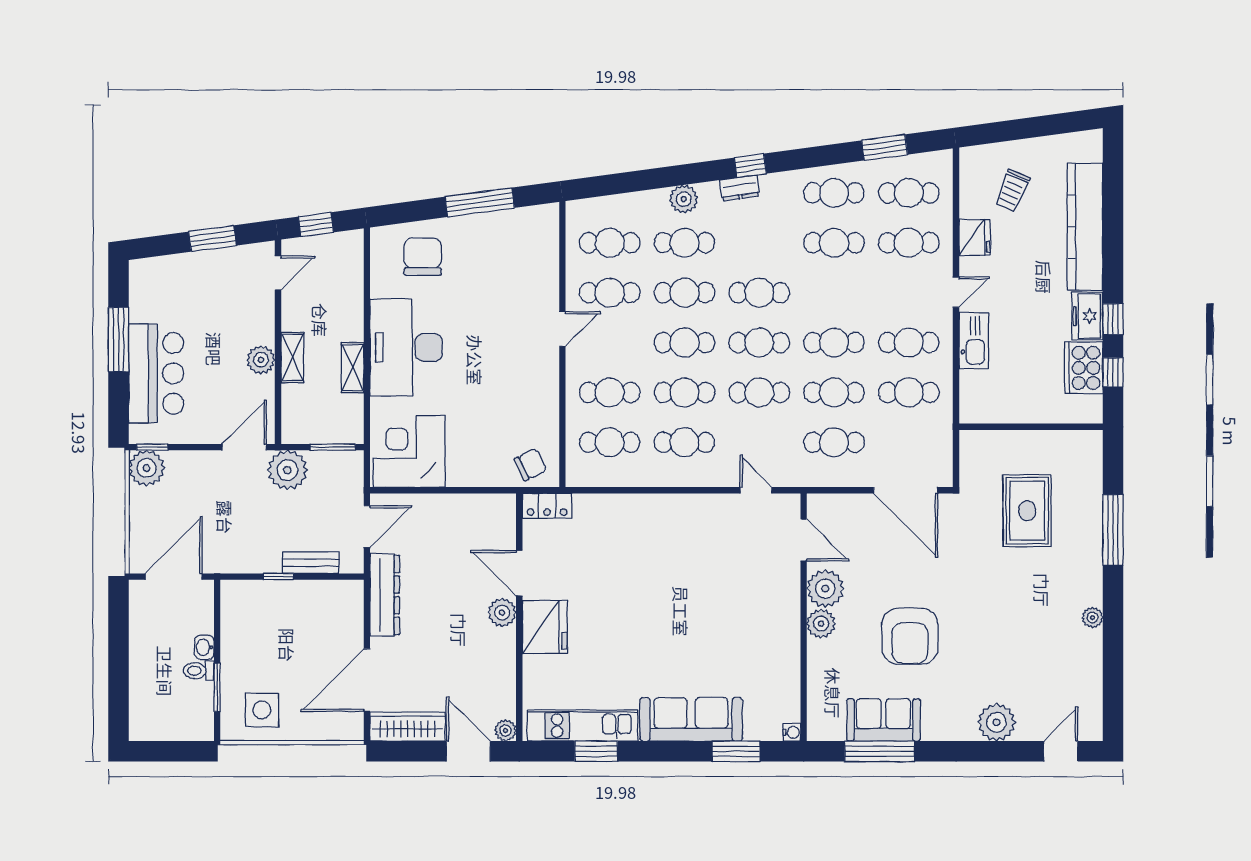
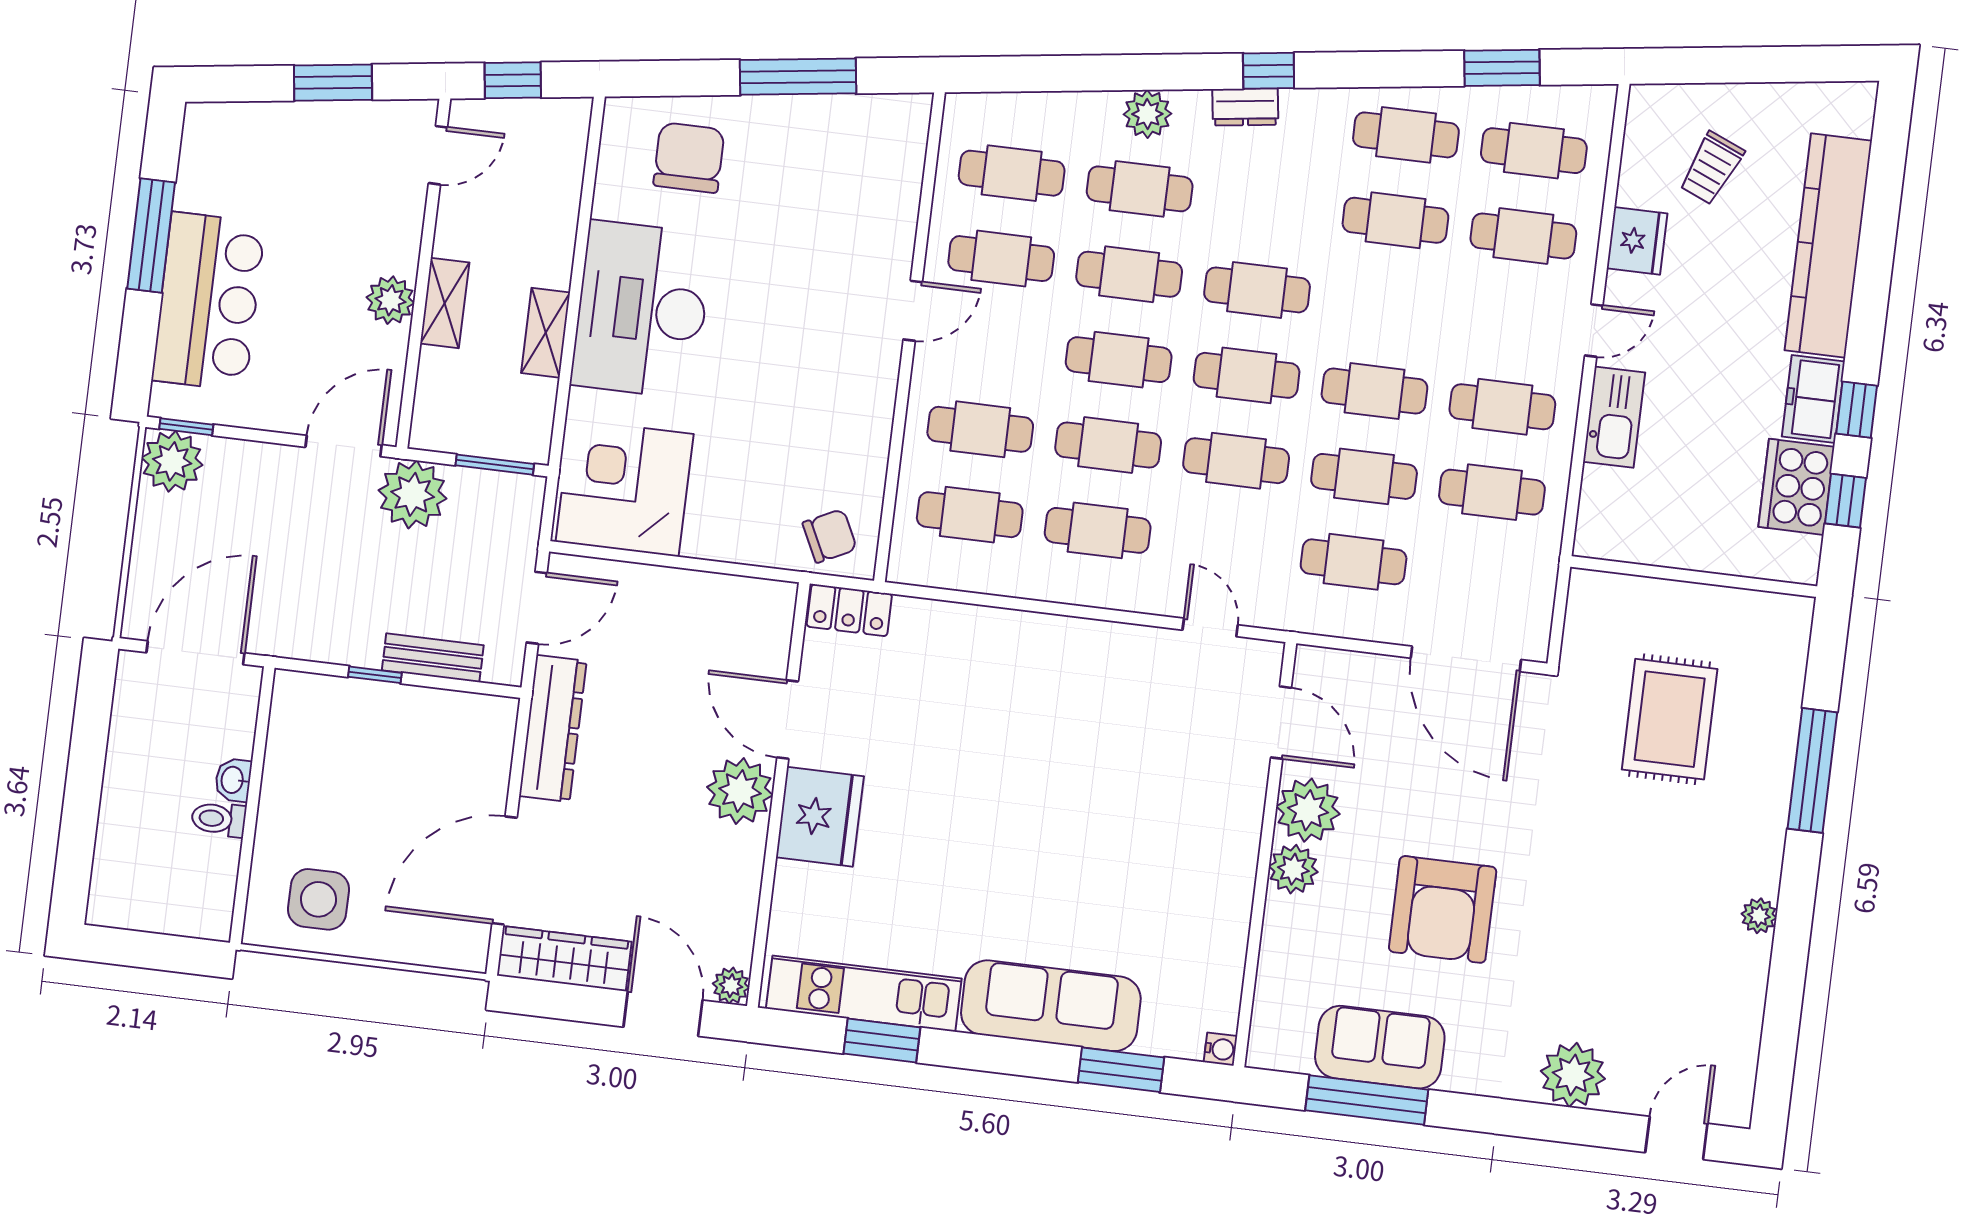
plant: (502, 613) -> (740, 791), width x1.36, depth x1.36
window: (217, 687) -> (247, 851), removed

